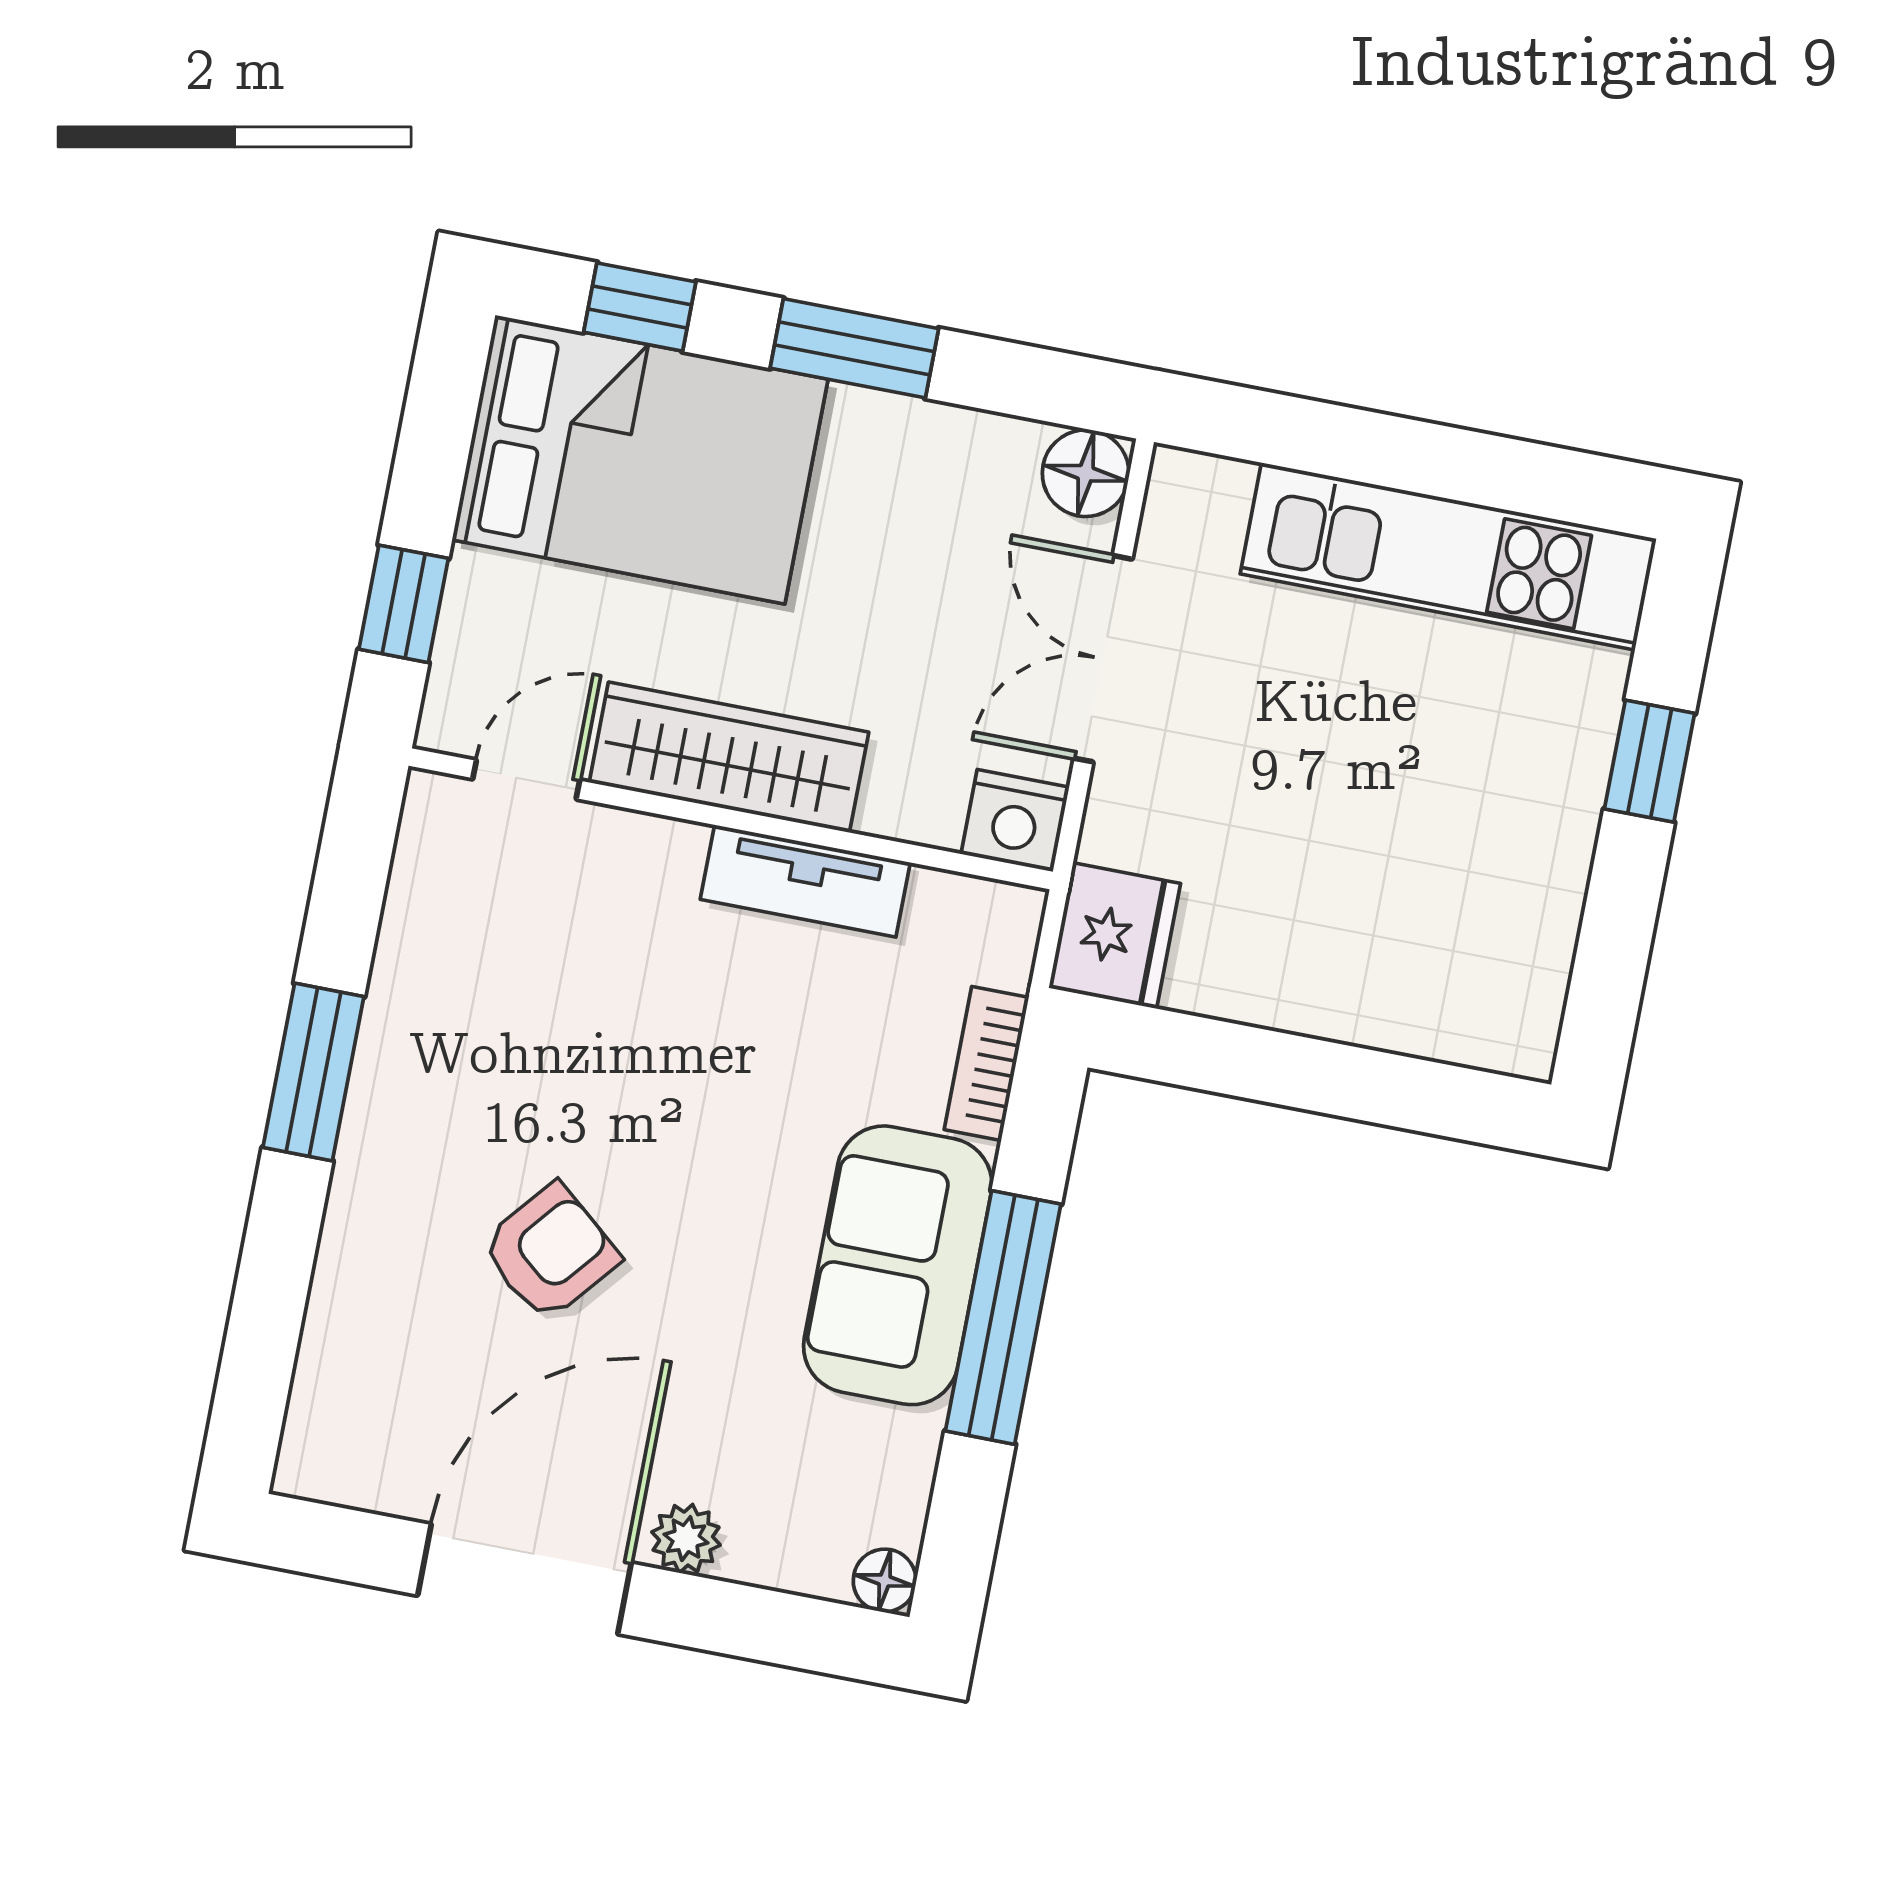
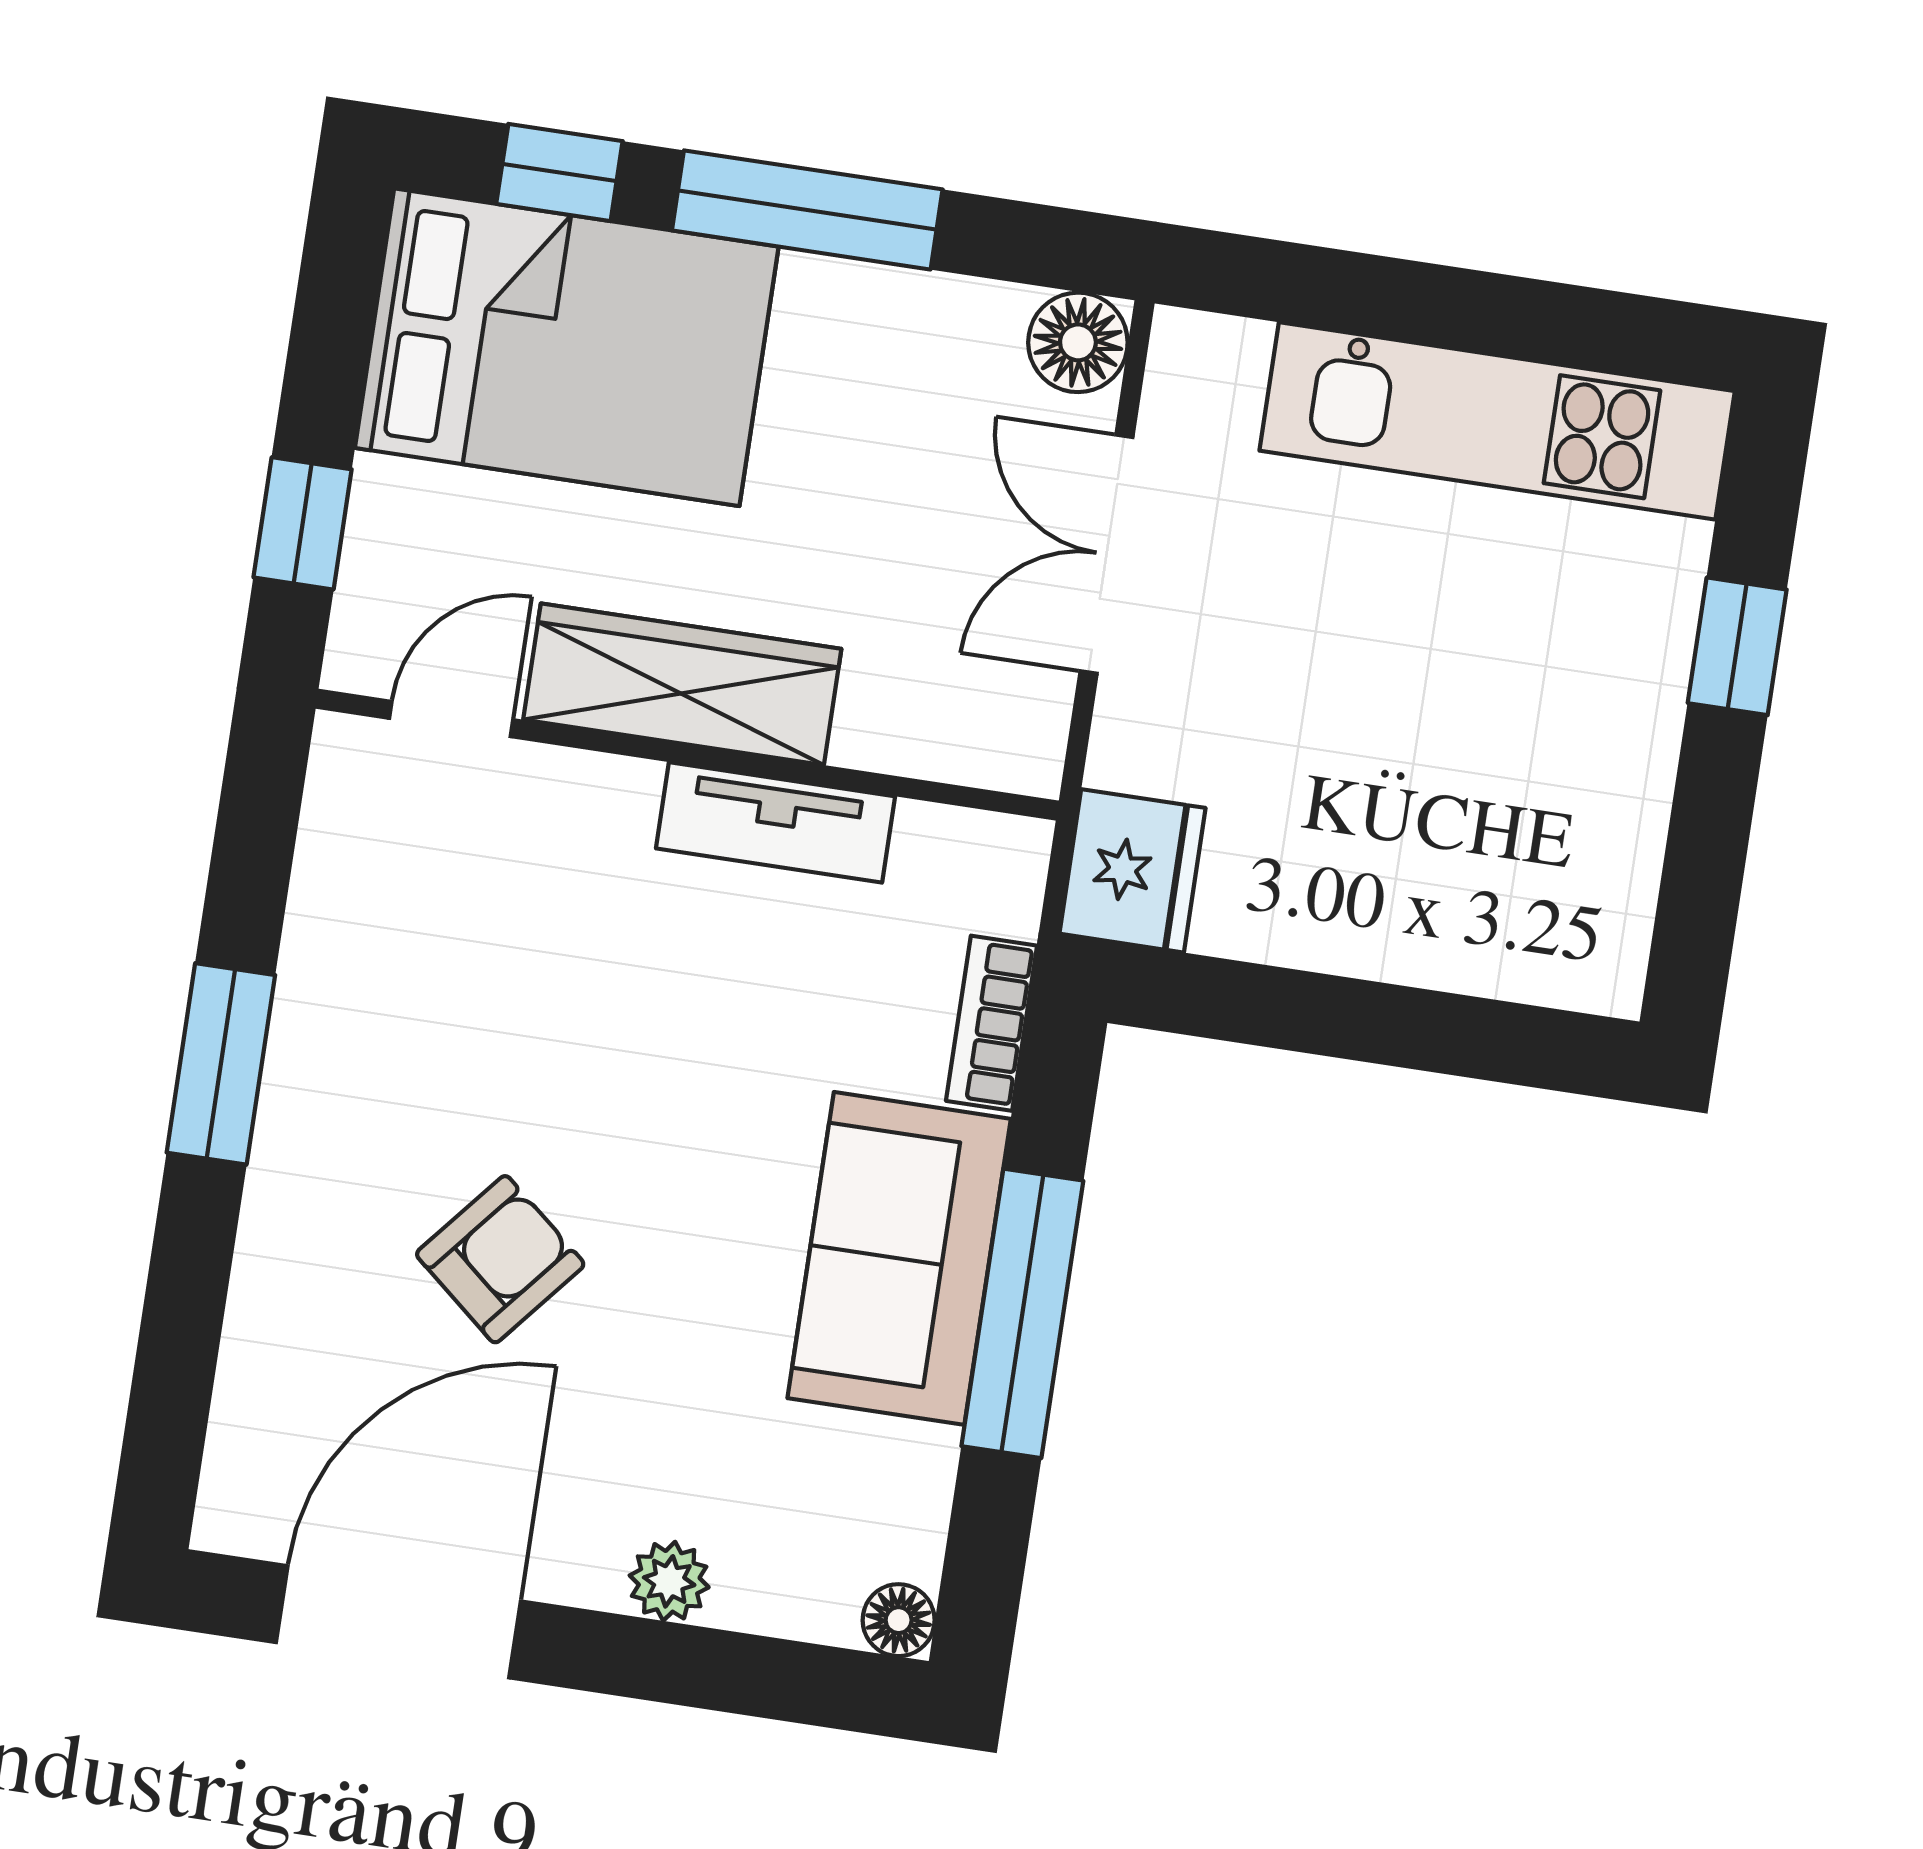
window: (854, 348) -> (807, 210), width x1.44
nightstand: (1015, 821) -> (1013, 744), removed
door: (525, 1579) -> (398, 1622), moved

